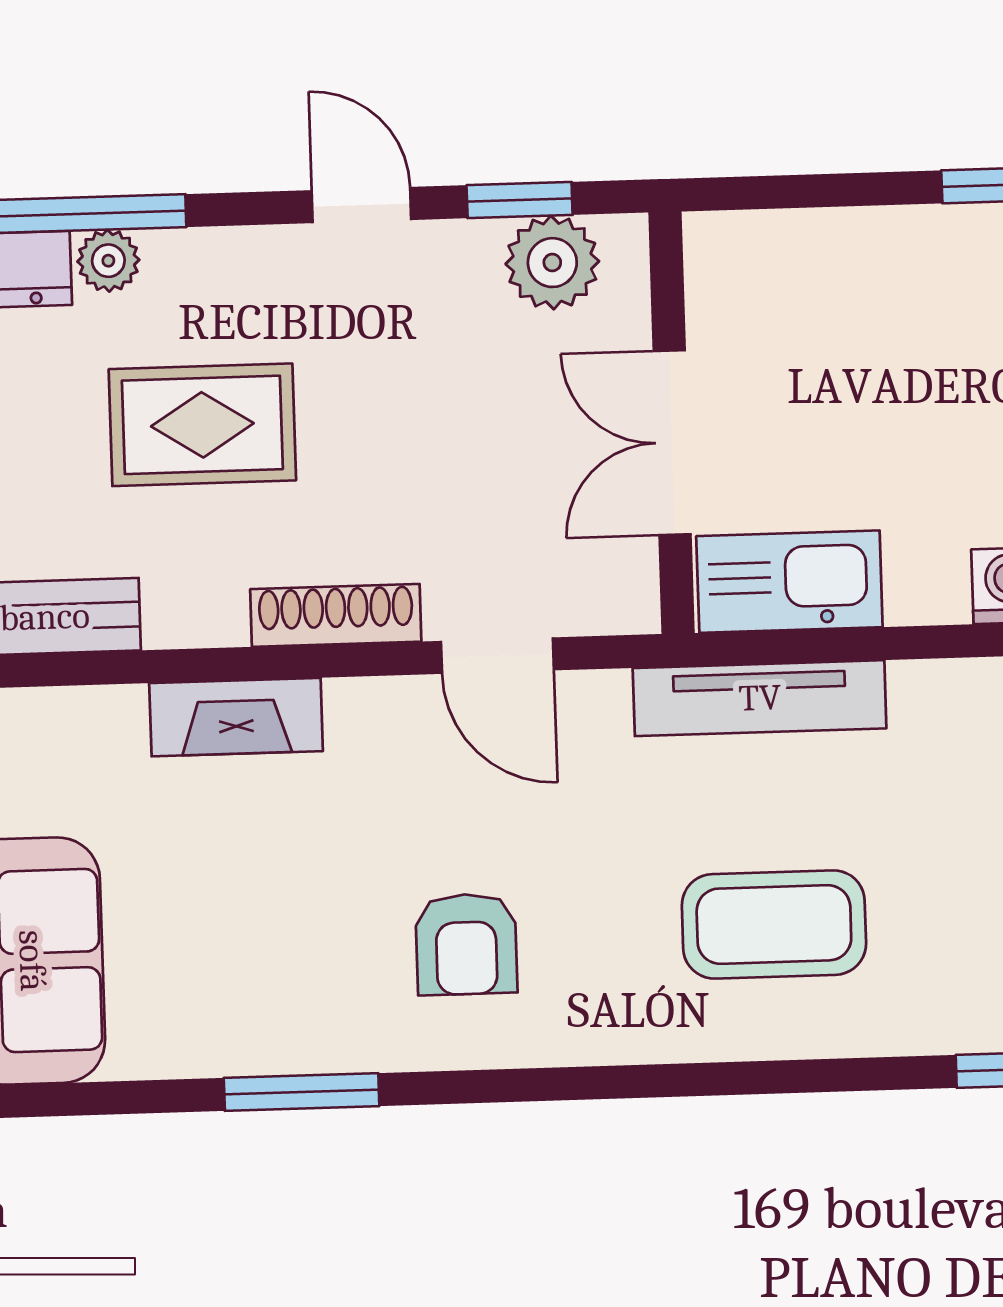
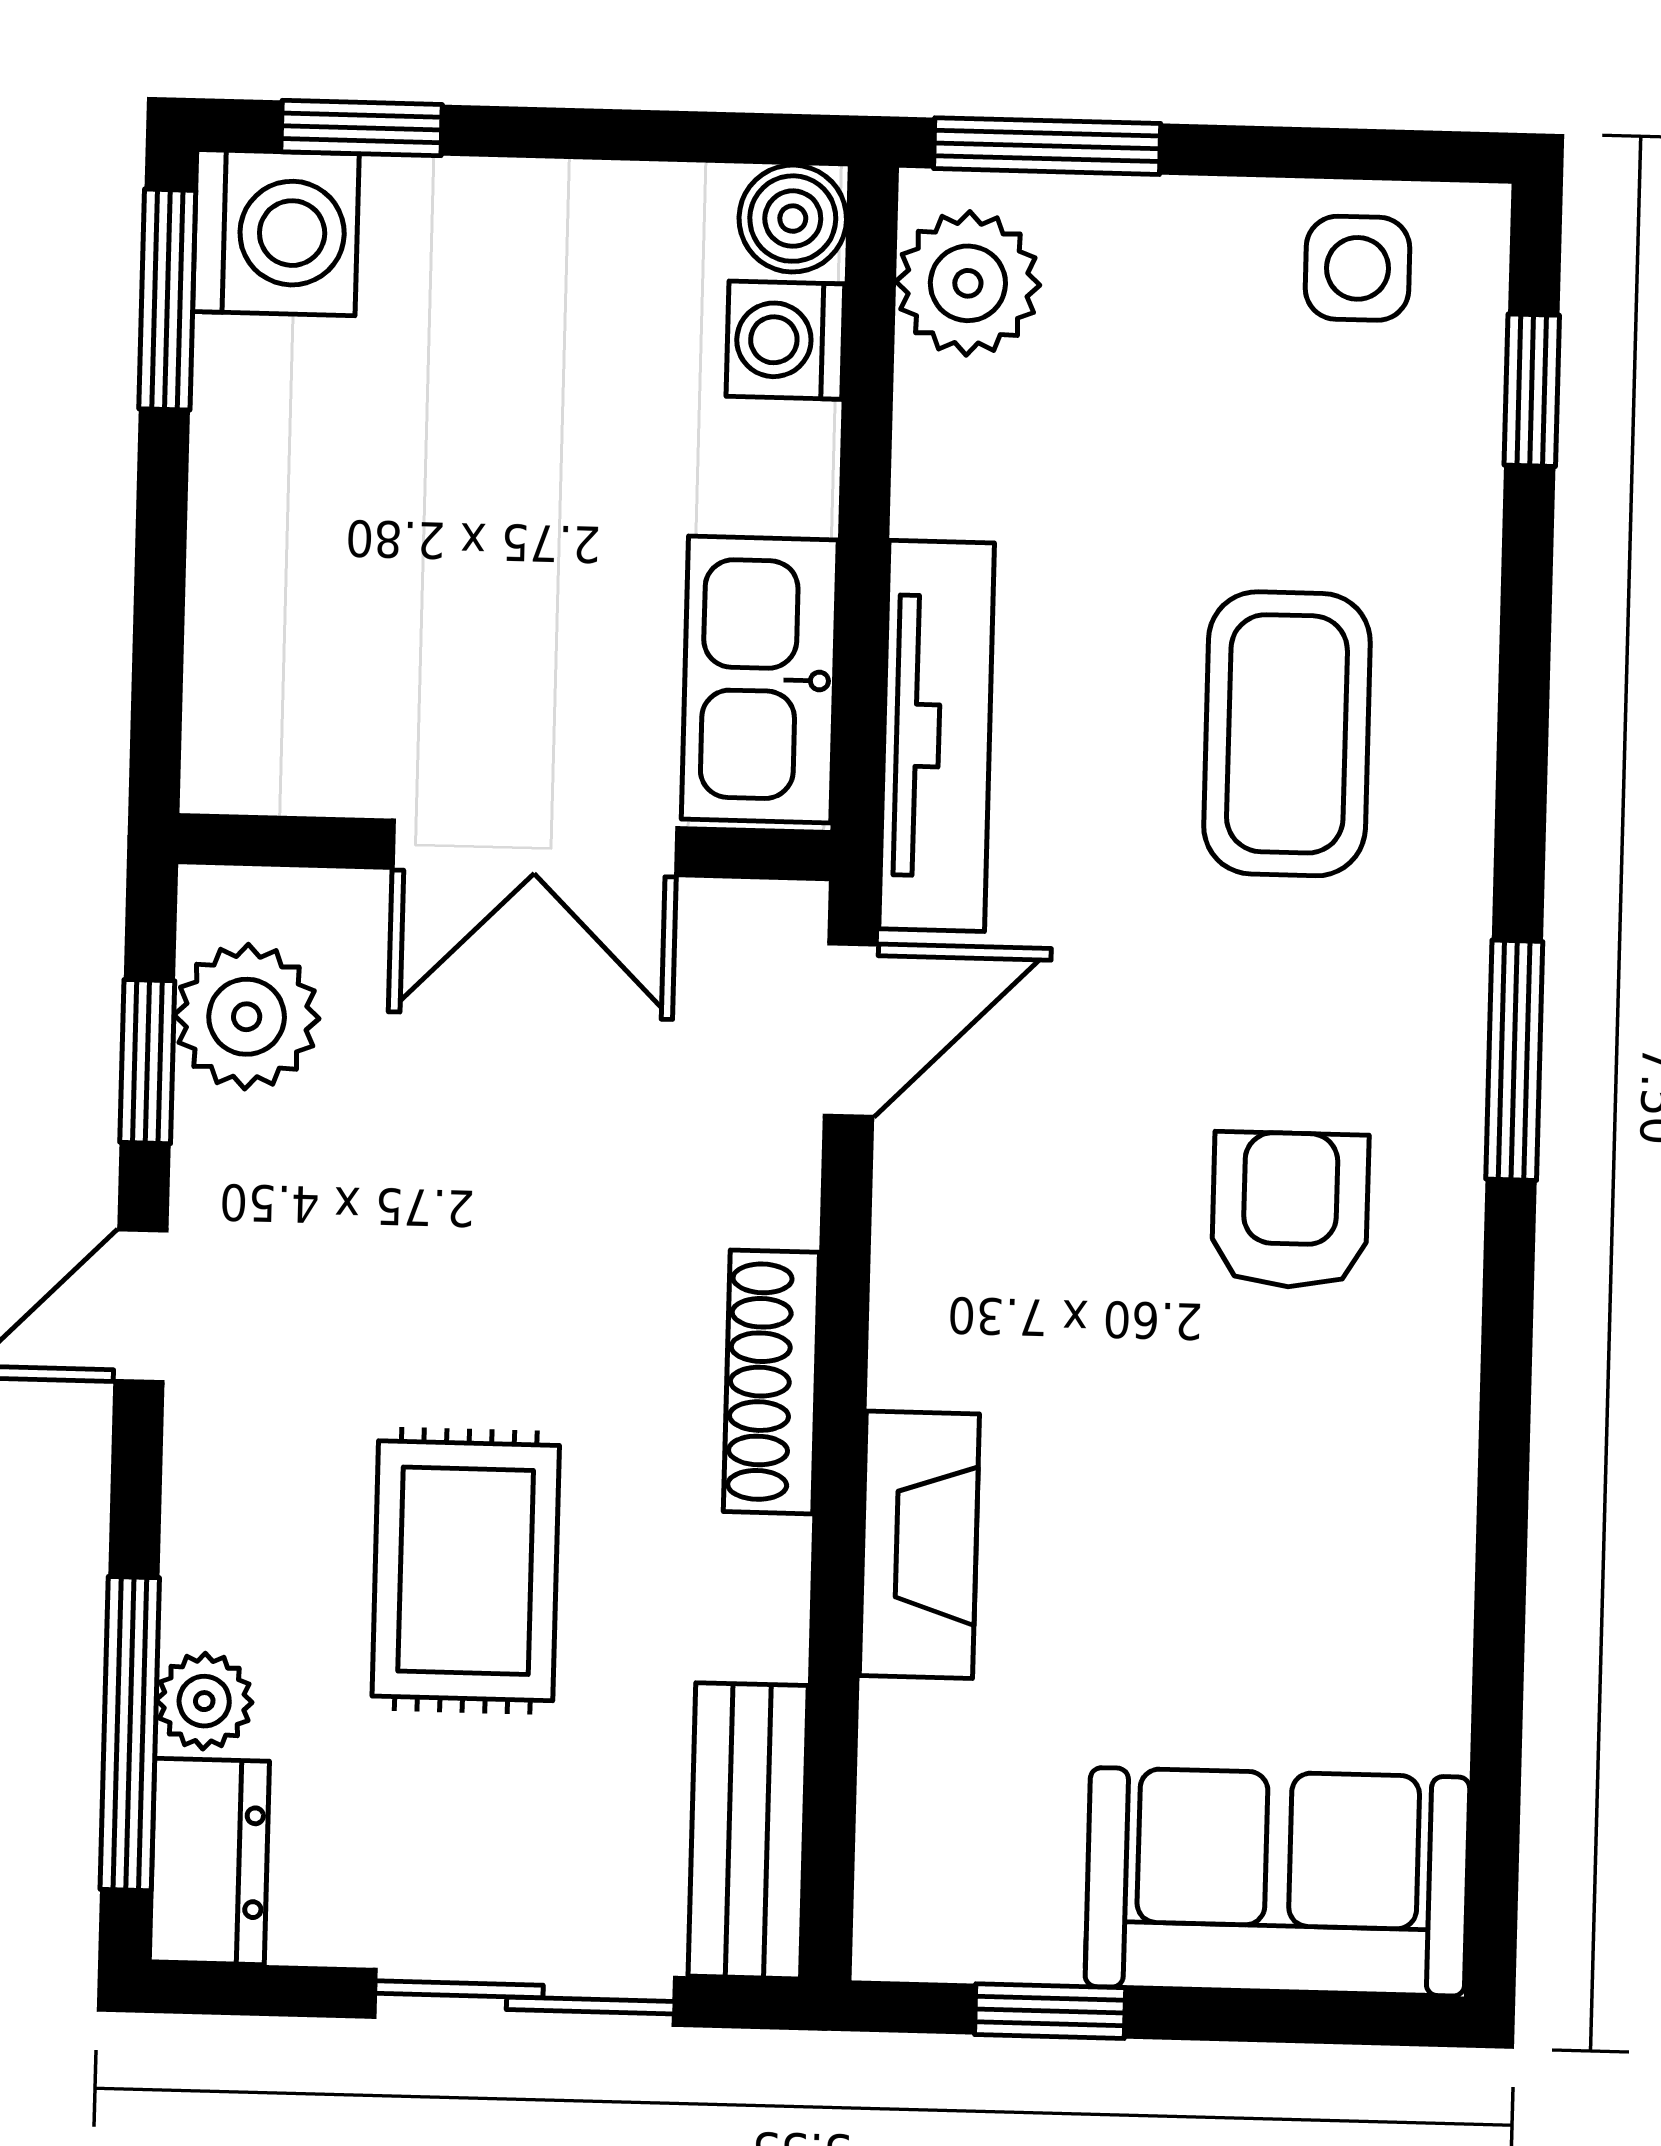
door: (497, 656) -> (851, 1030), moved
armchair: (466, 944) -> (1290, 1210), turned -90
window: (302, 1092) -> (1514, 1060), moved

